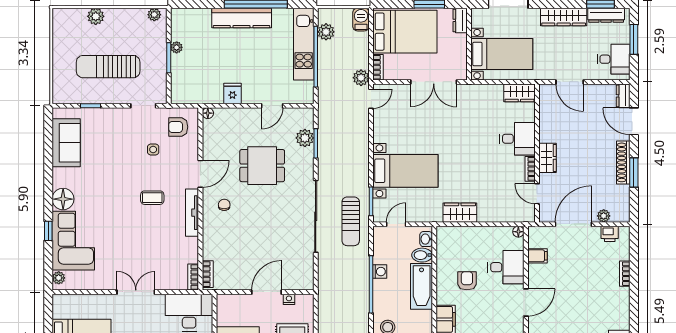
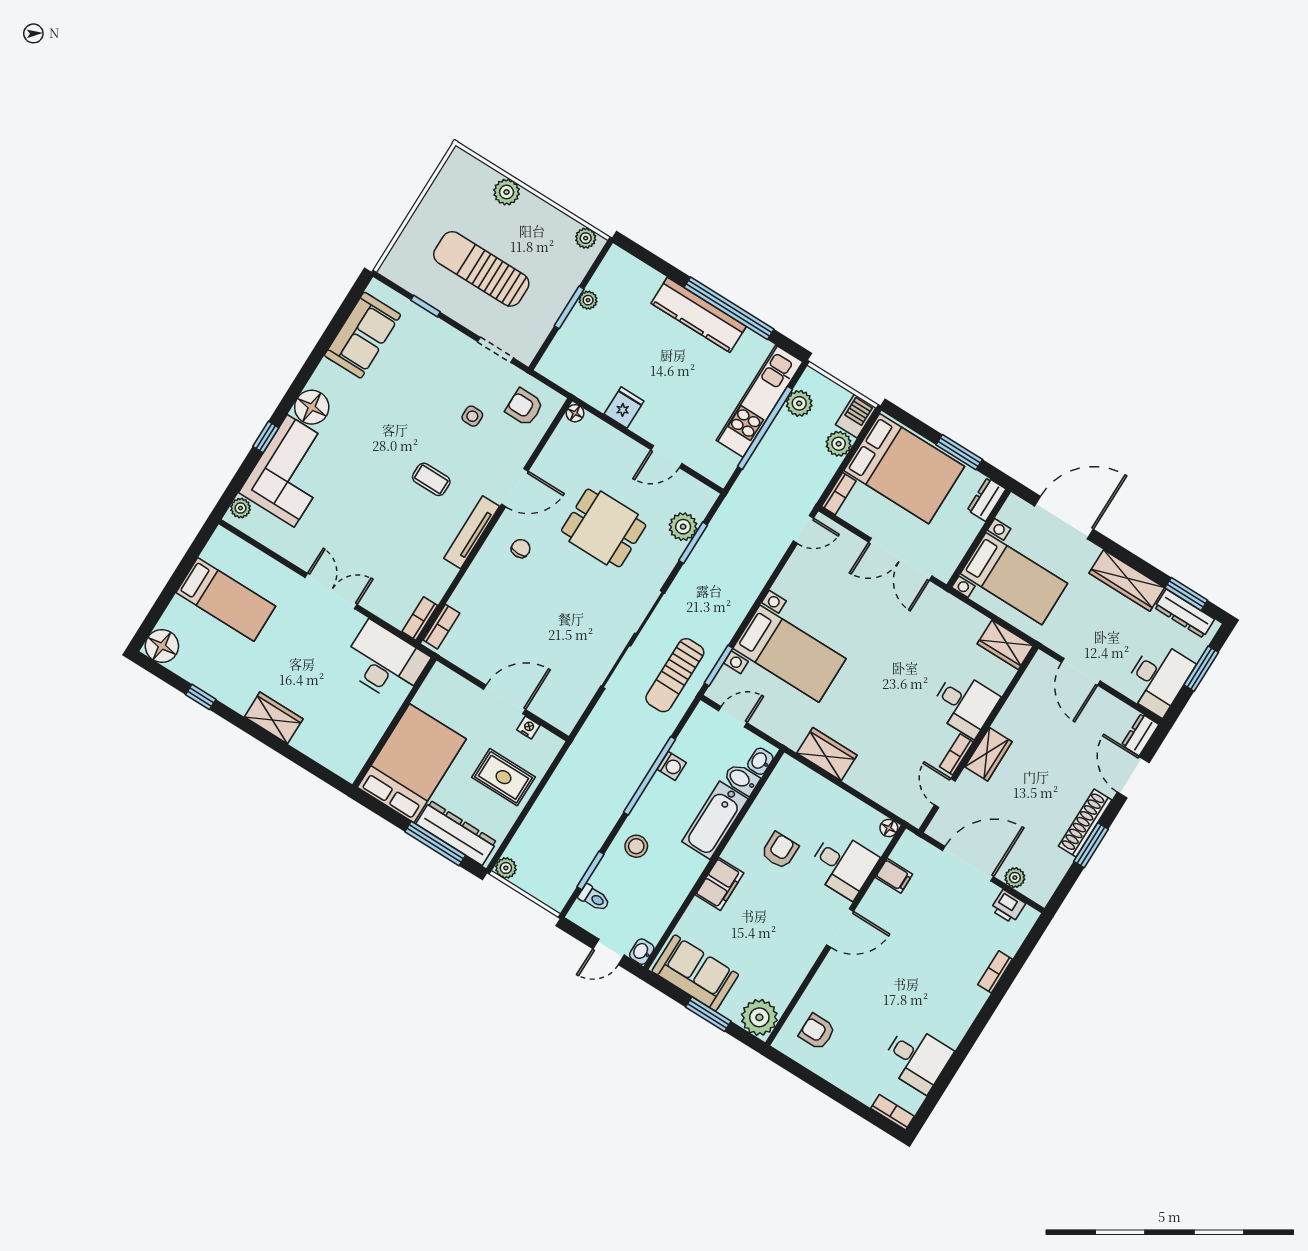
desk: (614, 59) -> (1158, 678), width x1.37
plant: (361, 78) -> (839, 444), moved

